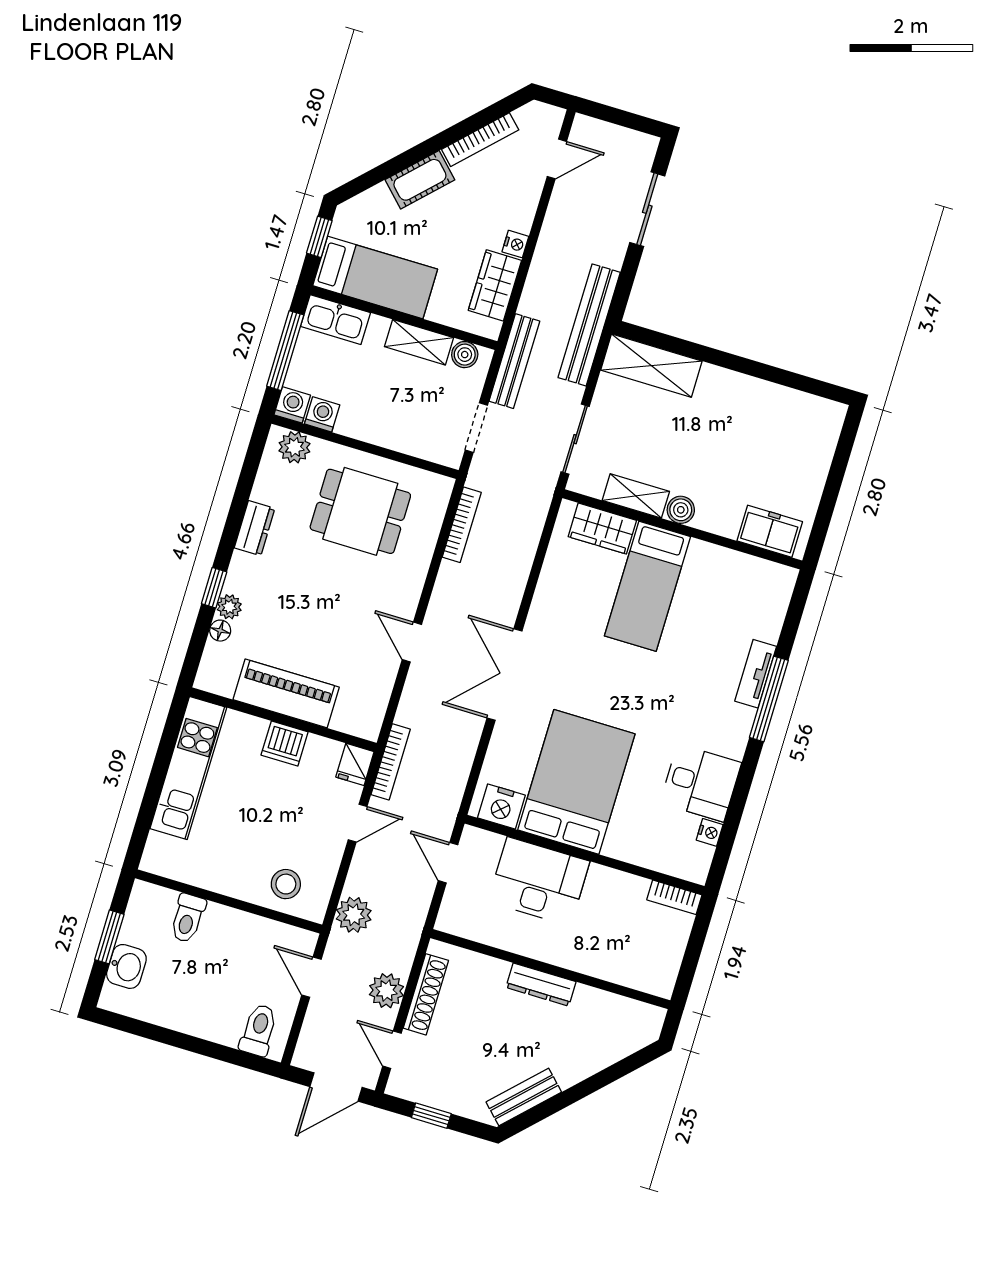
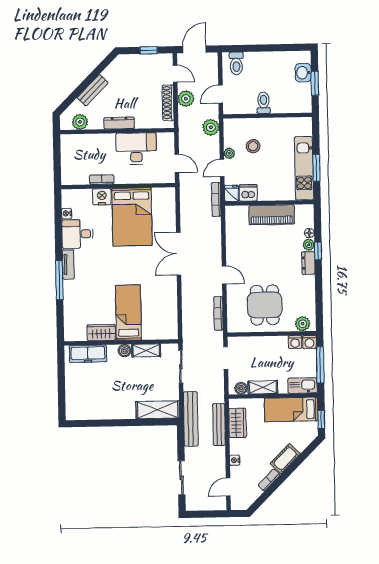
bookcase: (480, 140) -> (269, 480), width x0.64
nightstand: (515, 244) -> (235, 460), moved
bench: (514, 361) -> (219, 424), moved
dining table: (360, 511) -> (265, 305), turned 90
dresser: (255, 528) -> (308, 263), moved
wardrobe: (602, 528) -> (101, 333), moved
freezer: (770, 531) -> (88, 354), width x1.40
door: (412, 642) -> (224, 275), moved
double door: (504, 674) -> (179, 254), swing flipped
tv unit: (756, 674) -> (68, 264), moved
dishwasher: (285, 744) -> (248, 193), moved
window: (162, 761) -> (316, 168), added
nightstand: (501, 806) -> (102, 197), moved
plant: (333, 849) -> (229, 153), added
desk: (539, 881) -> (136, 149), moved, turned 180
stool: (286, 884) -> (253, 146), moved
bookcase: (674, 897) -> (102, 180), moved
toilet: (188, 918) -> (264, 103), moved
door: (311, 977) -> (221, 94), swing flipped
plant: (621, 1013) -> (80, 122), added
bench: (524, 1097) -> (93, 90), moved

